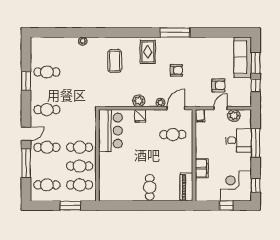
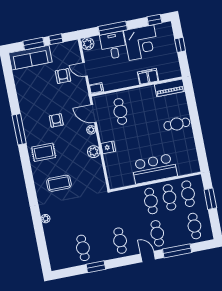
plant: (234, 116) -> (88, 44), moved
bar counter: (110, 131) -> (154, 169), moved
corner desk: (236, 186) -> (141, 43), moved, turned -90

